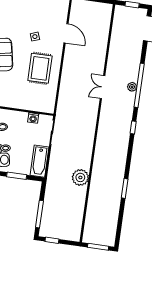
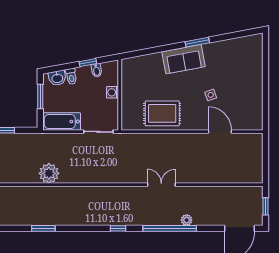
door: (66, 33) -> (220, 132), swing flipped
rug: (40, 68) -> (162, 113), moved
plant: (132, 87) -> (187, 220), moved
washing machine: (33, 118) -> (113, 92), moved

